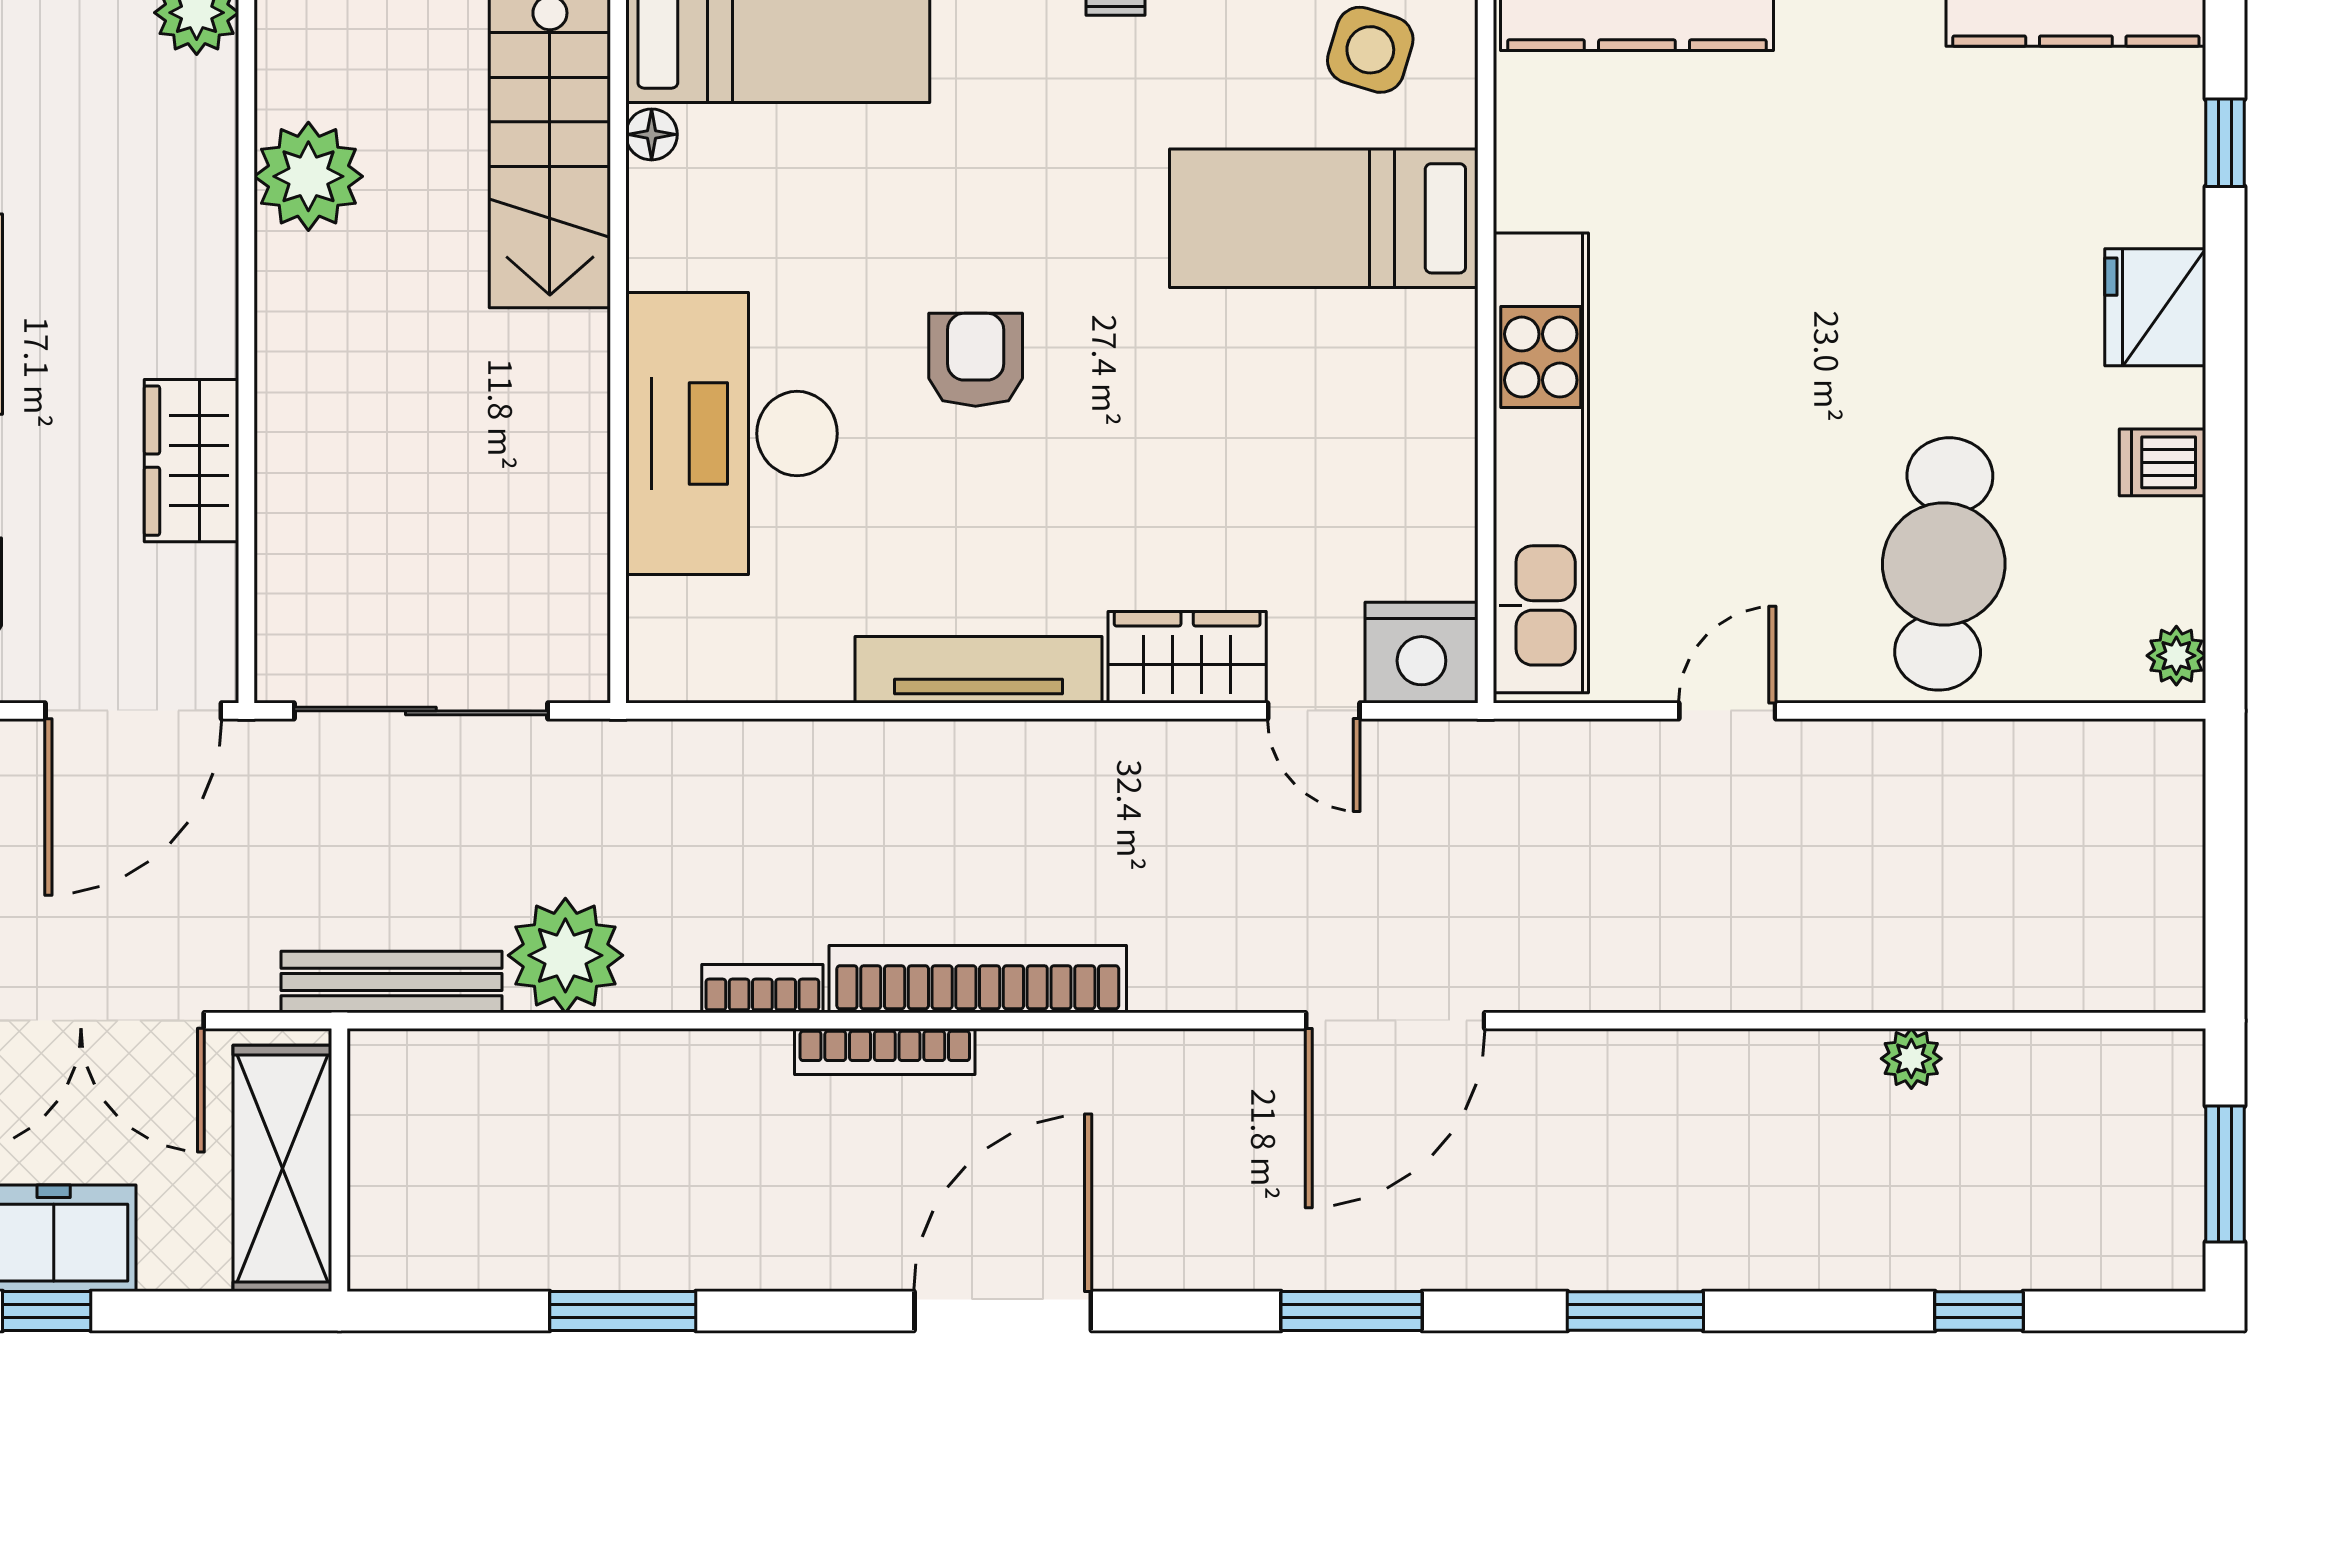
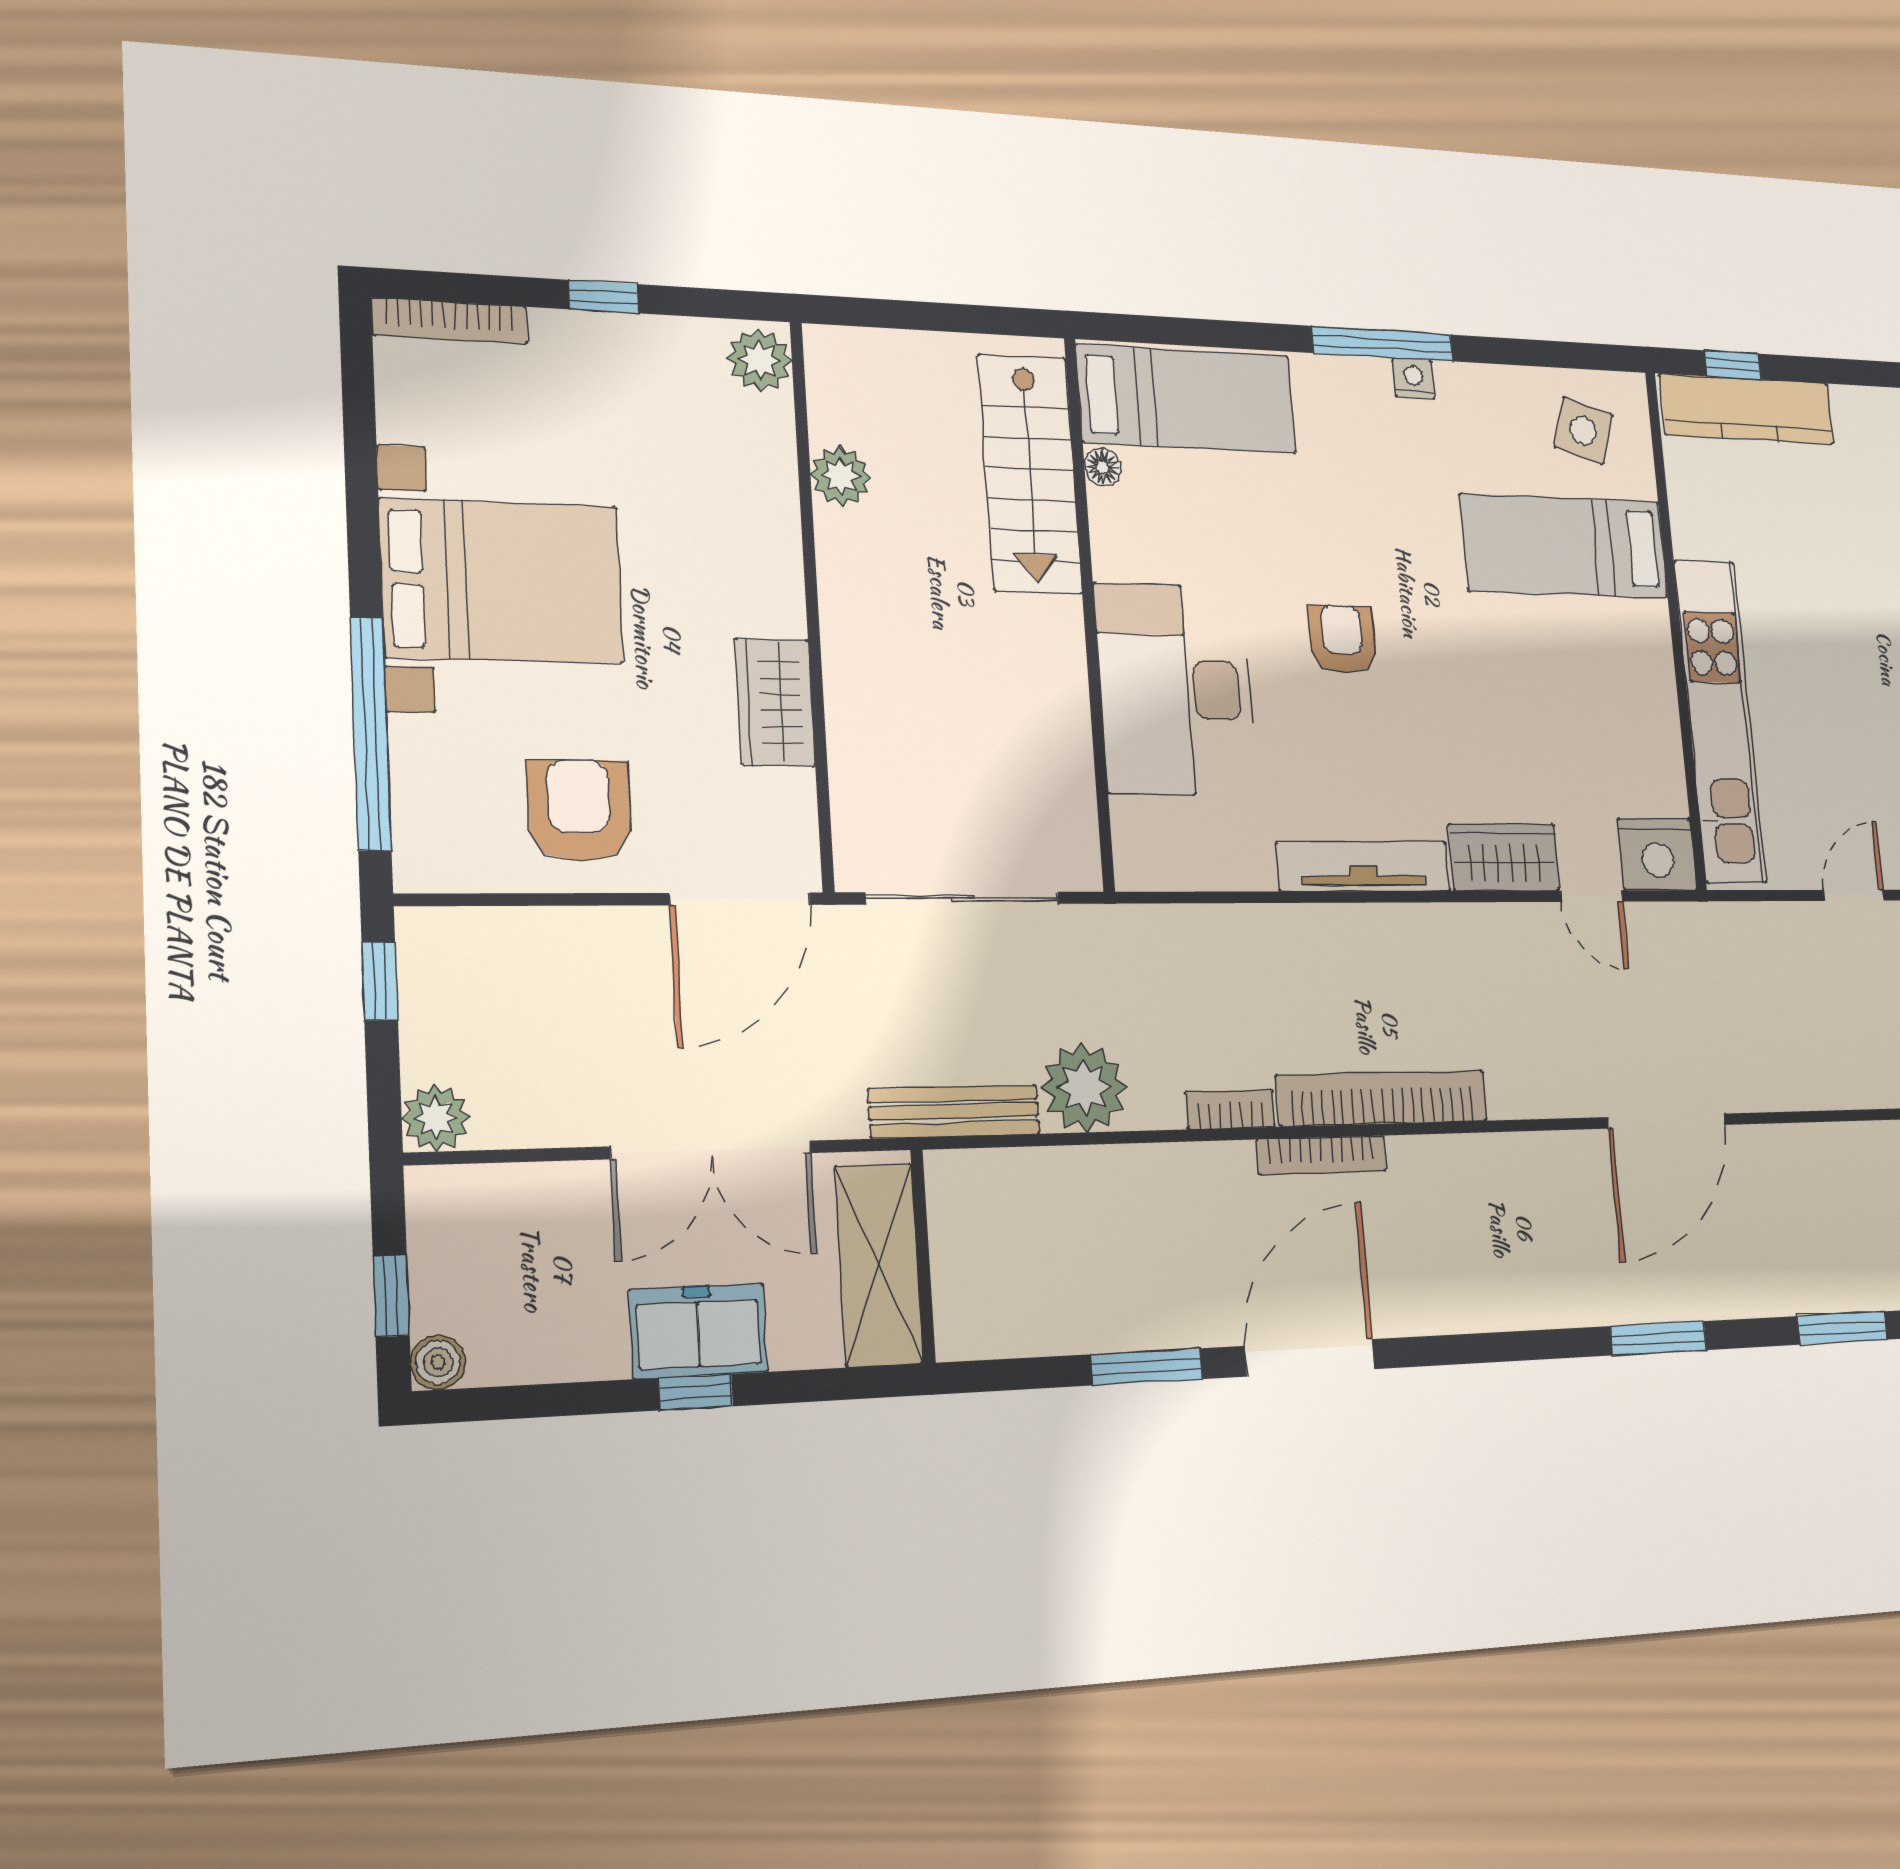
plant: (308, 176) -> (841, 476), width x0.73, depth x0.73
door: (1003, 1311) -> (1310, 1358), moved

